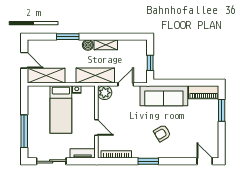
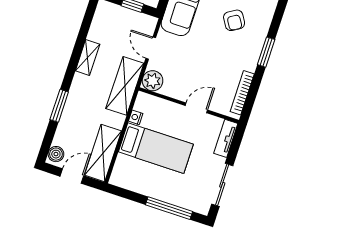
boiler: (88, 45) -> (56, 154), moved

